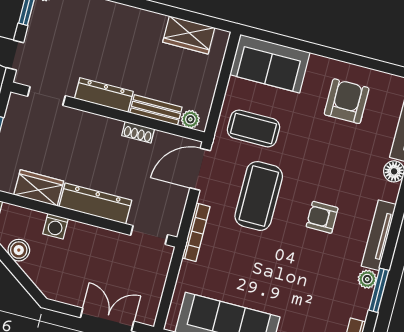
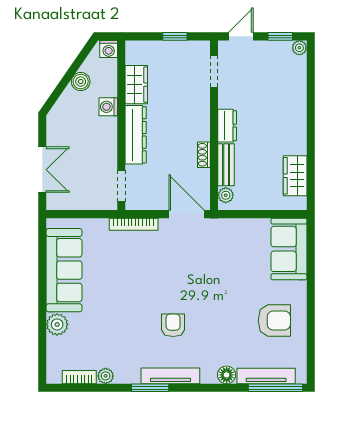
dresser: (104, 95) -> (227, 126), width x0.70
coffee table: (253, 128) -> (232, 249), removed
coffee table: (259, 196) -> (177, 268), removed
plant: (367, 279) -> (106, 376), moved
window: (379, 290) -> (150, 388), moved

